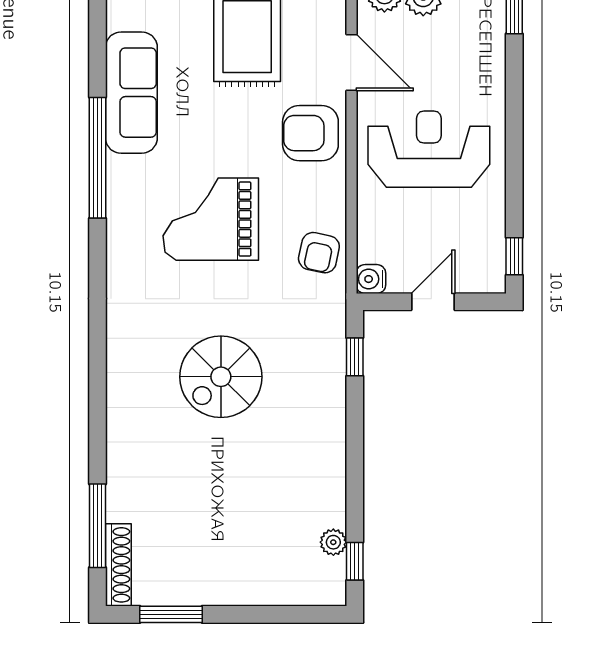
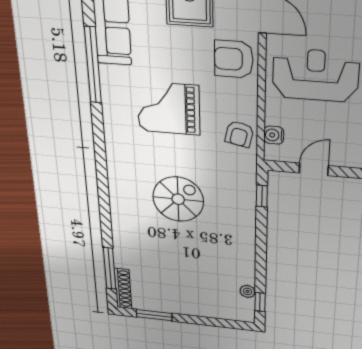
water cooler: (371, 279) -> (274, 135), moved
spiral stairs: (221, 377) -> (178, 199), turned 180

